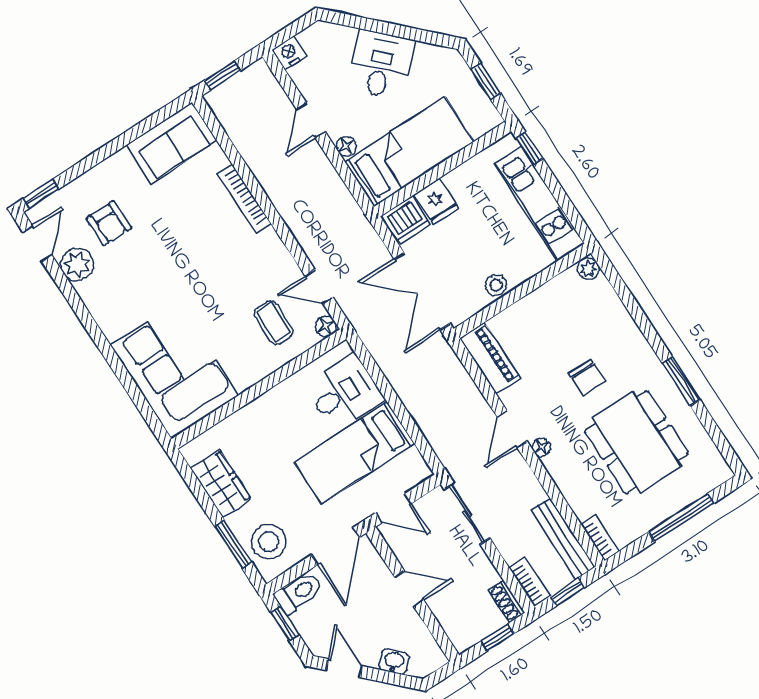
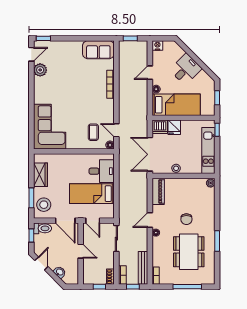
armchair: (109, 223) -> (60, 63), removed
door: (335, 546) -> (65, 221), hinge flipped

